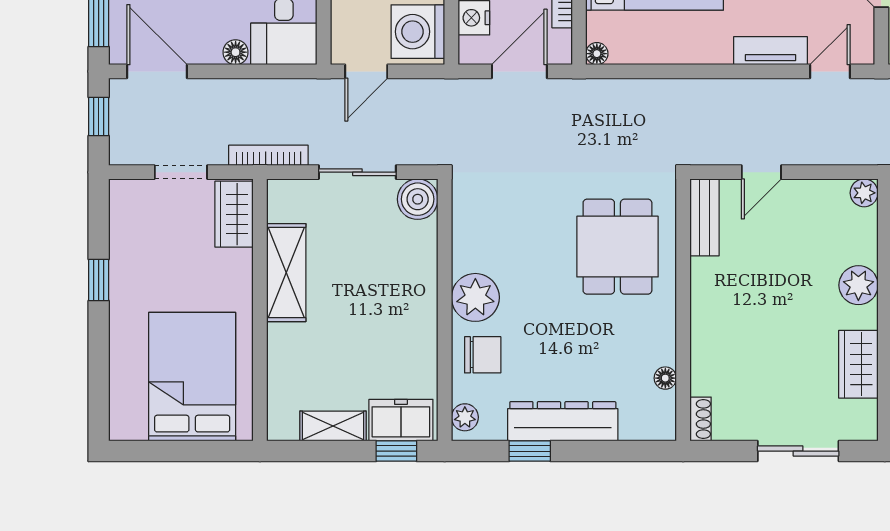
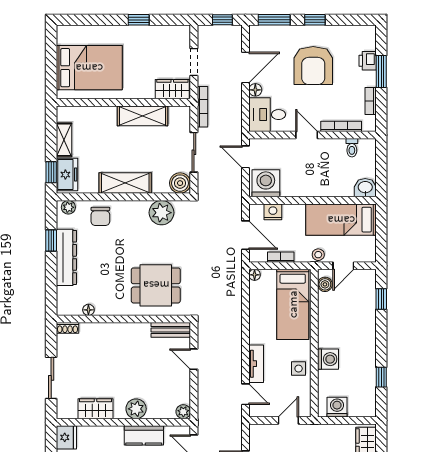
door: (157, 71) -> (245, 67), moved
plant: (475, 297) -> (162, 213), moved
shelving: (418, 306) -> (125, 183), added

